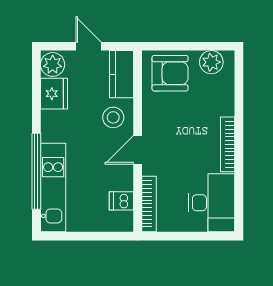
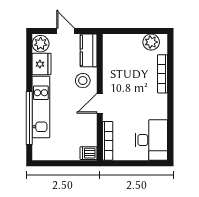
armchair: (170, 73) -> (122, 50), removed
bookcase: (228, 144) -> (162, 74), moved
kitchen unit: (53, 188) -> (41, 107), moved
dishwasher: (121, 201) -> (89, 153), moved

